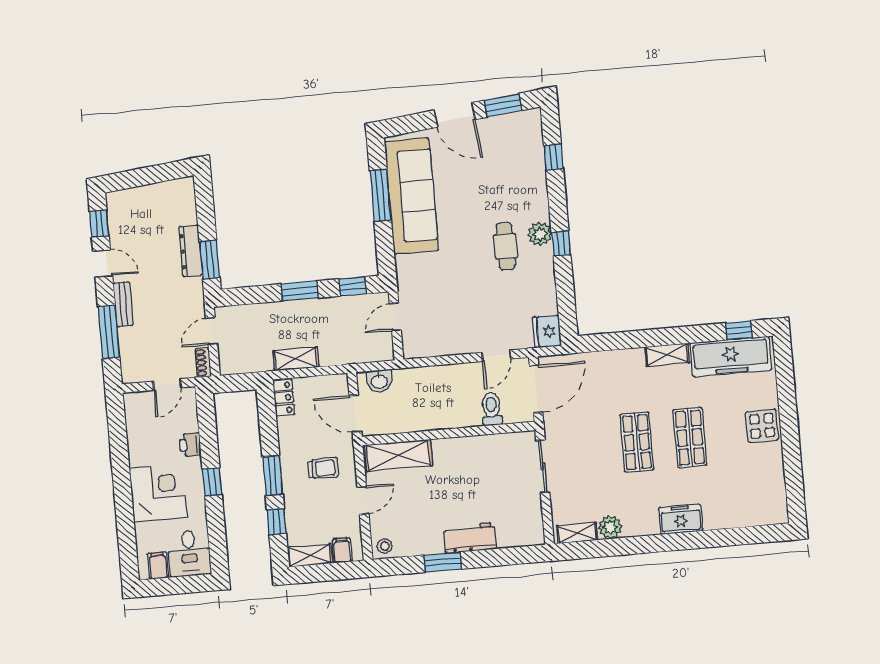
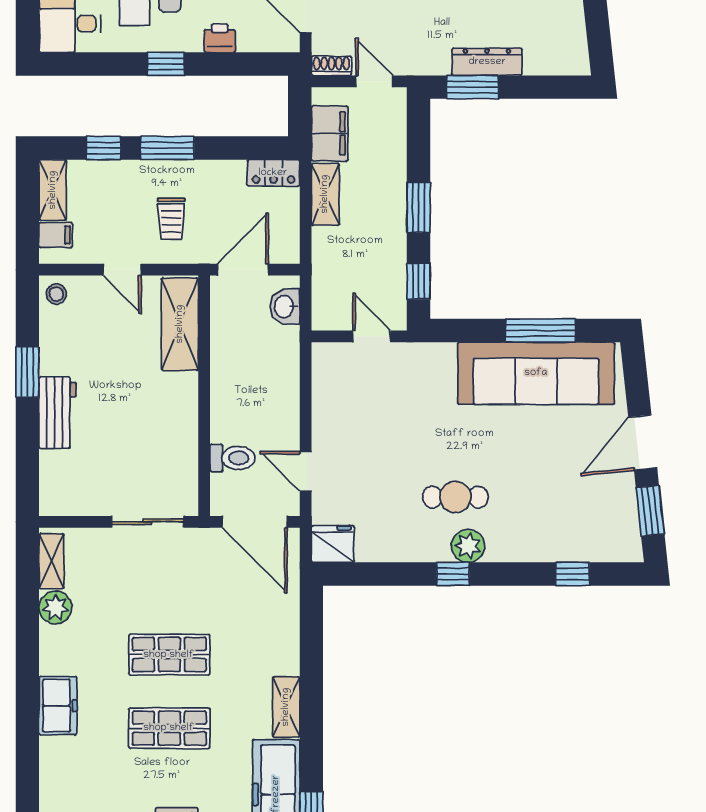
filing cabinet: (252, 360) -> (330, 133), added

